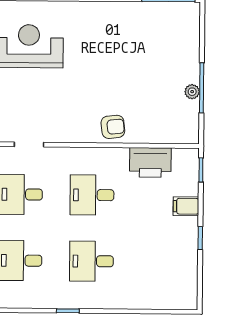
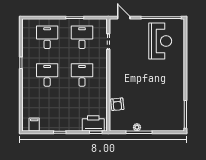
armchair: (113, 127) -> (117, 104), moved
printer: (150, 162) -> (93, 123), moved, turned 90
filing cabinet: (186, 206) -> (34, 125), moved

